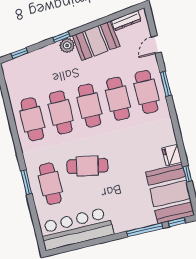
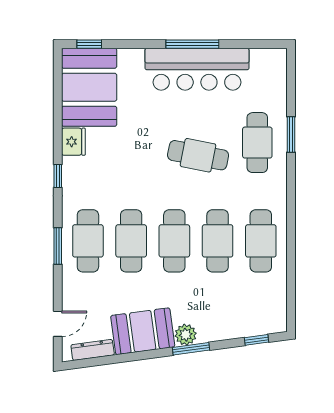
window: (61, 37) -> (191, 349), width x1.50
door: (156, 45) -> (58, 324), moved
window: (187, 174) -> (58, 176), moved
window: (26, 182) -> (291, 134), moved
bar counter: (76, 229) -> (197, 69), moved
window: (145, 230) -> (192, 44), moved

